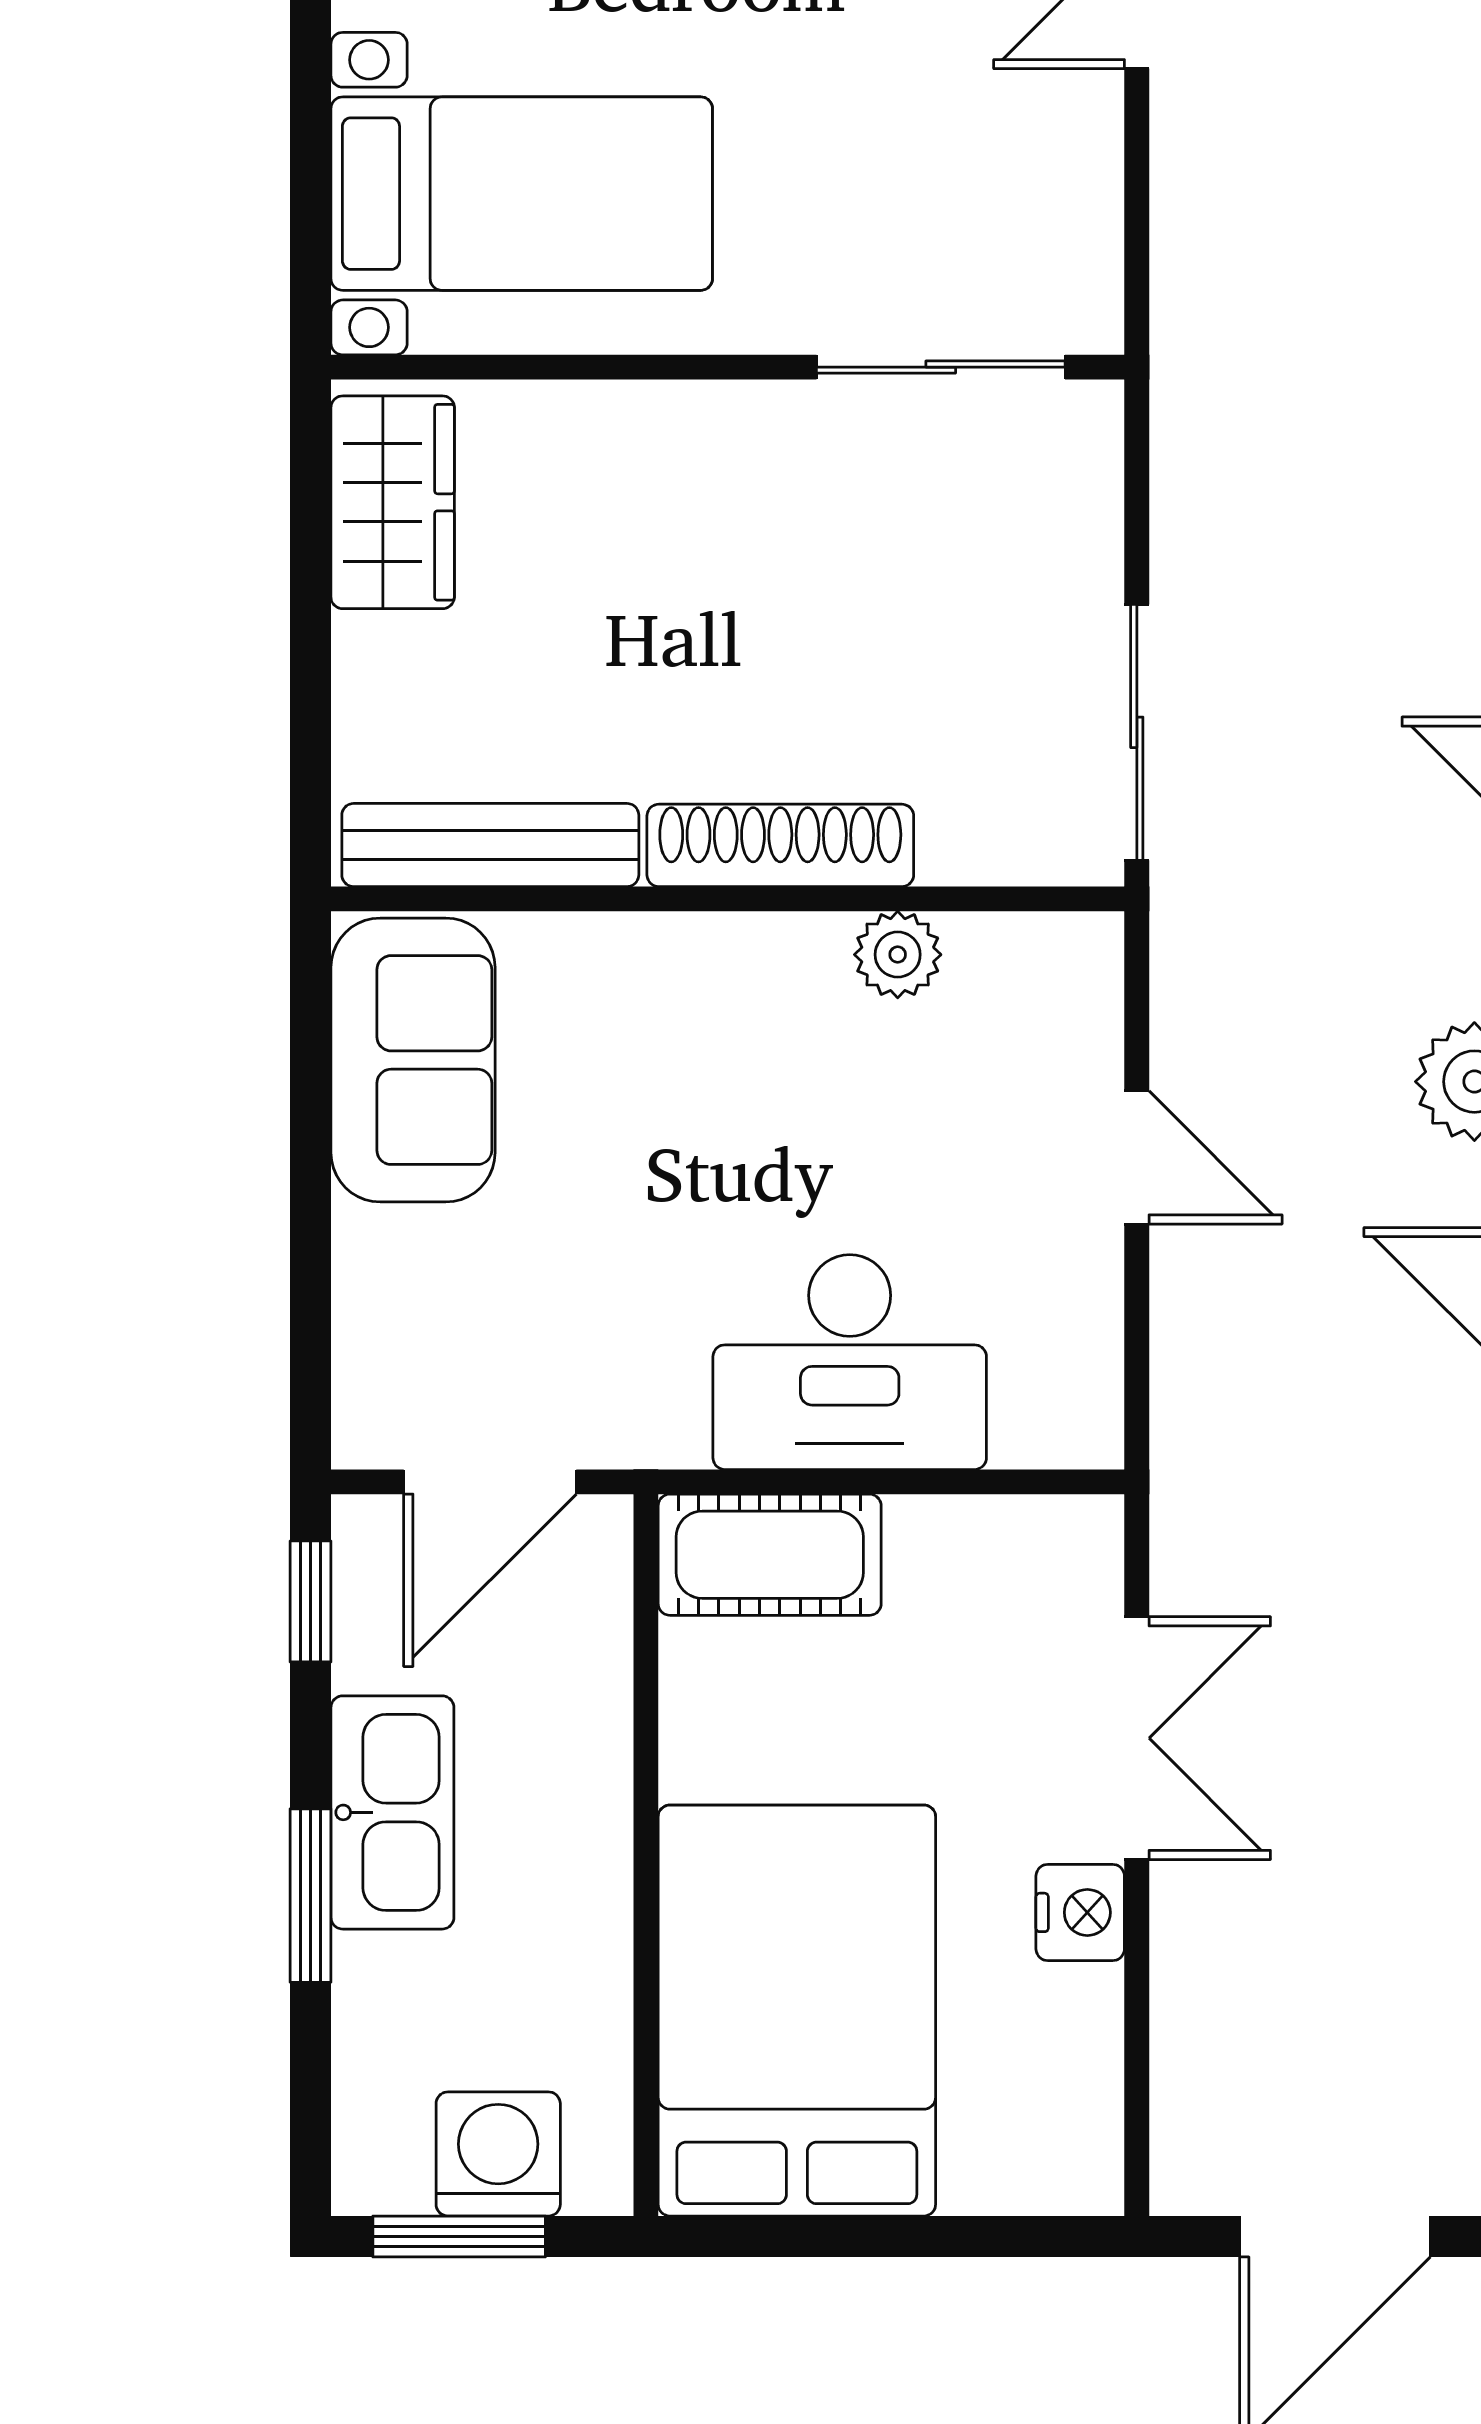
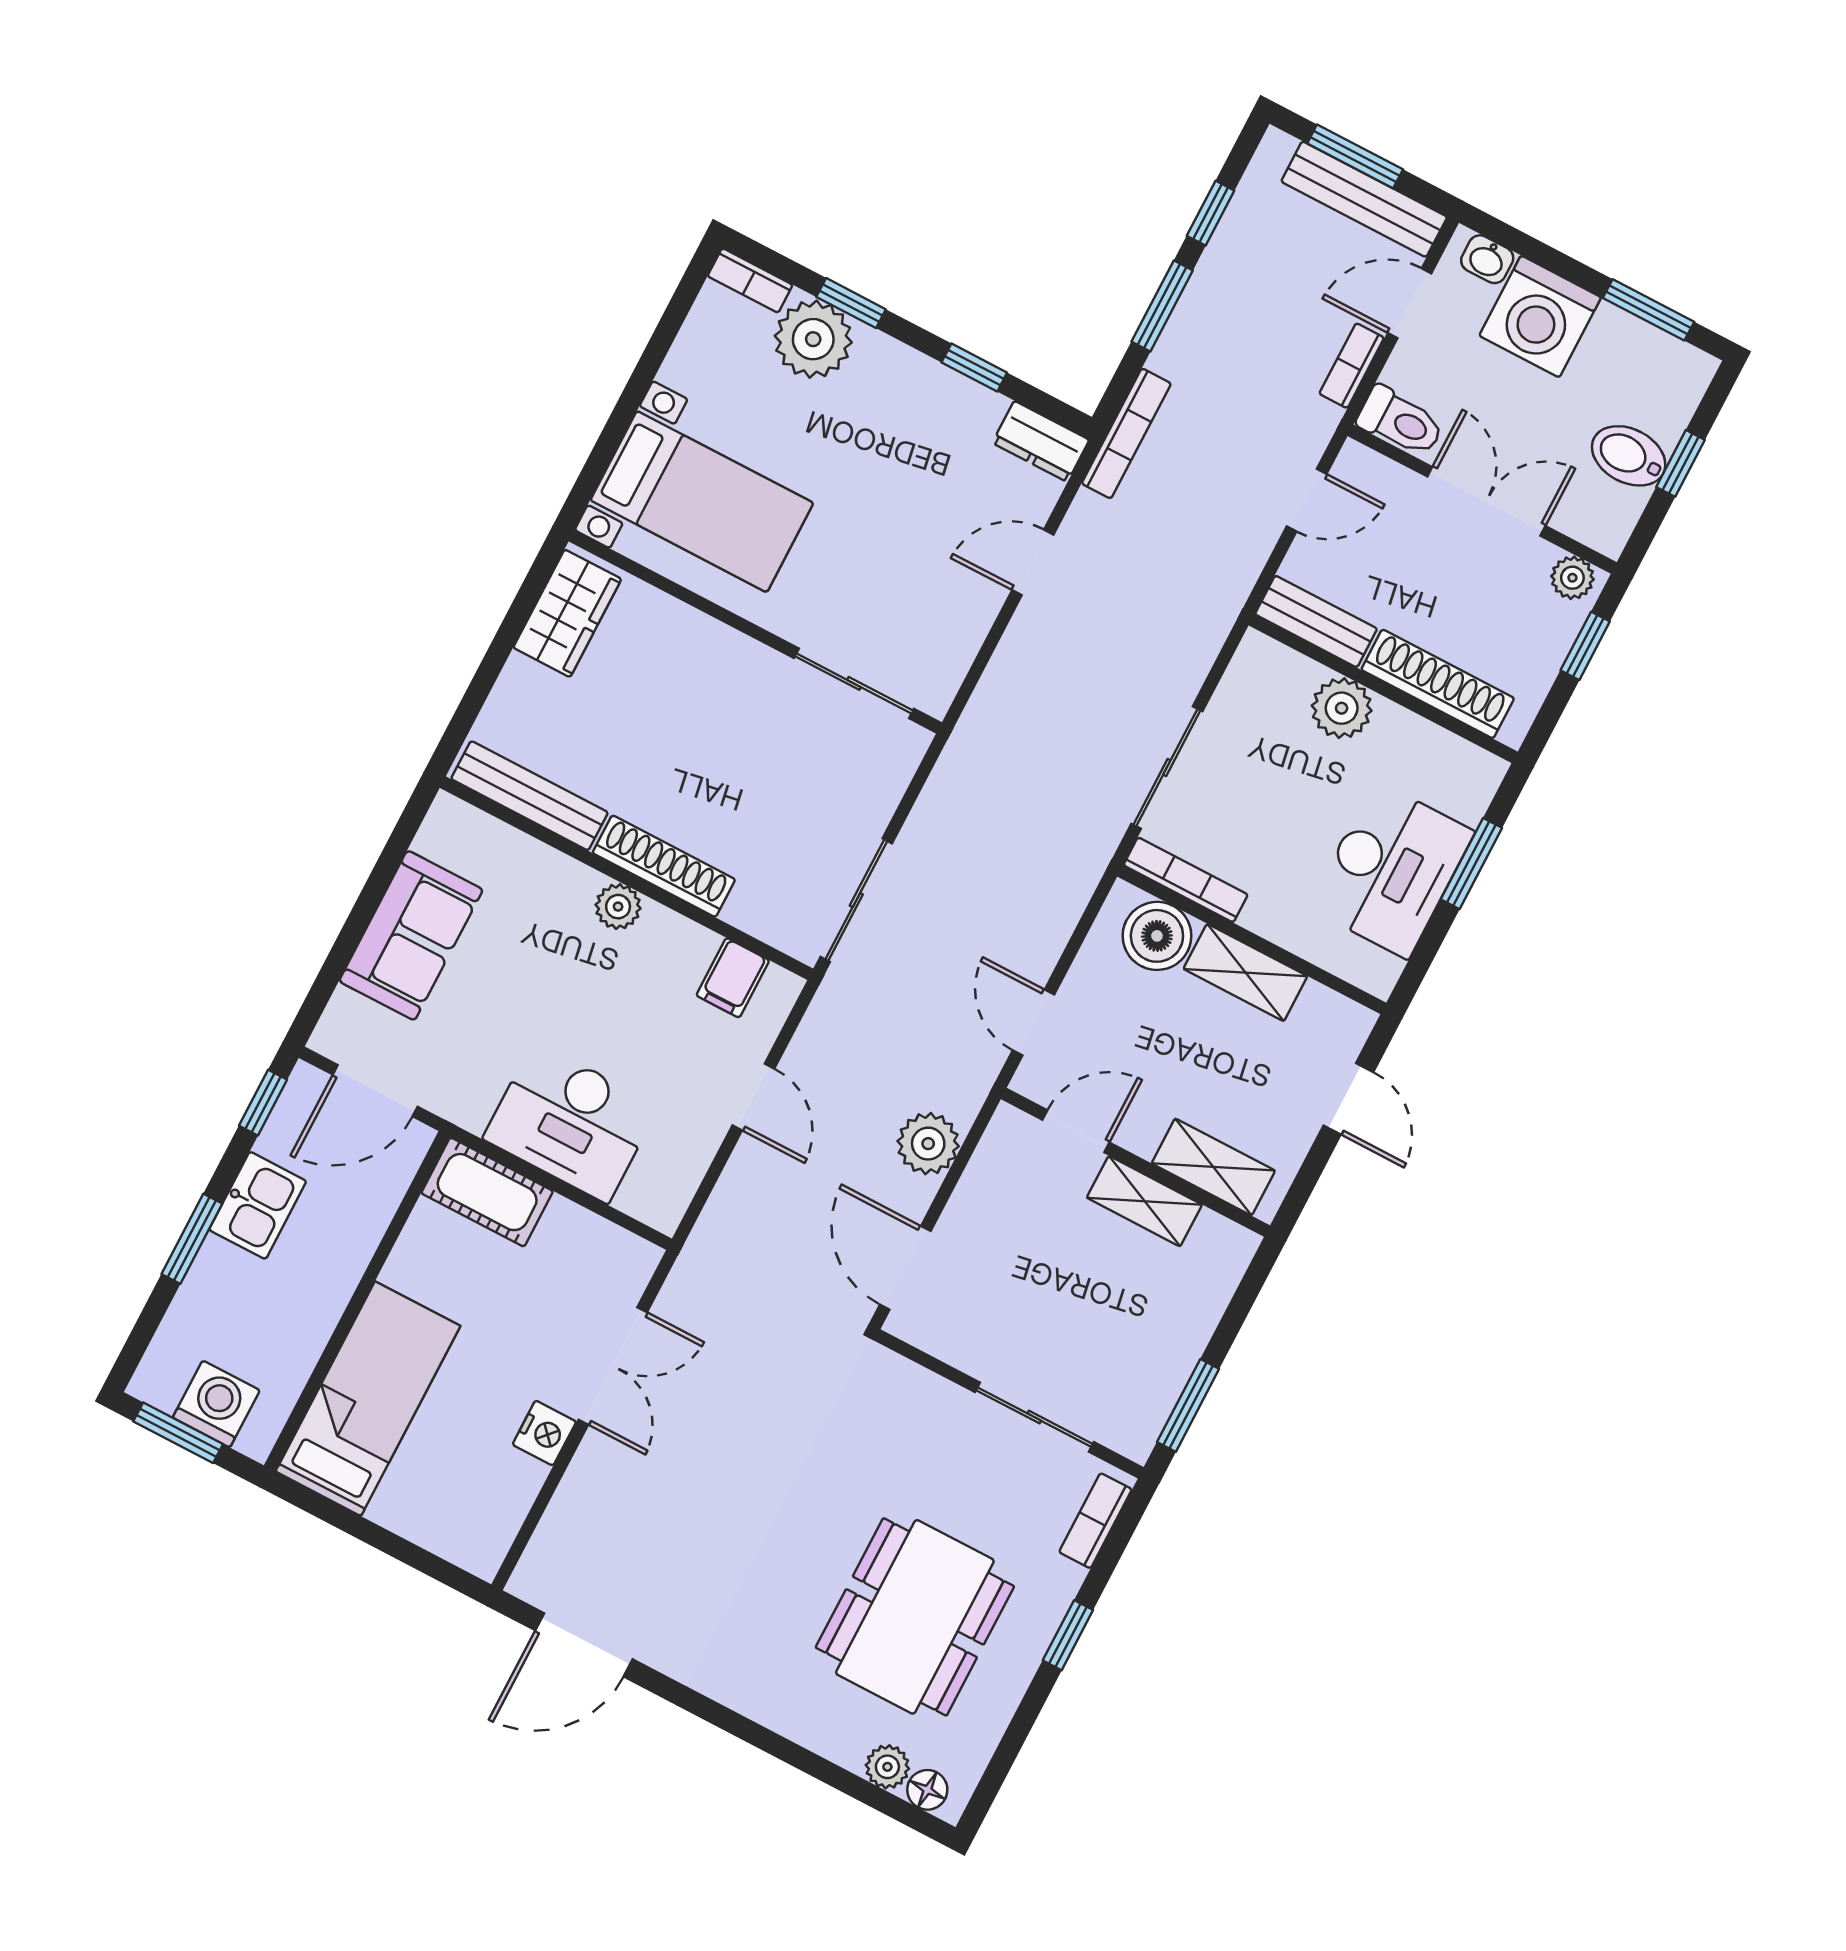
plant: (898, 955) -> (618, 907), moved
filing cabinet: (996, 974) -> (733, 978), added
sofa: (413, 1060) -> (411, 935), moved
kitchen sink: (392, 1812) -> (258, 1205), width x0.73
bed: (797, 2011) -> (368, 1399), width x0.67

